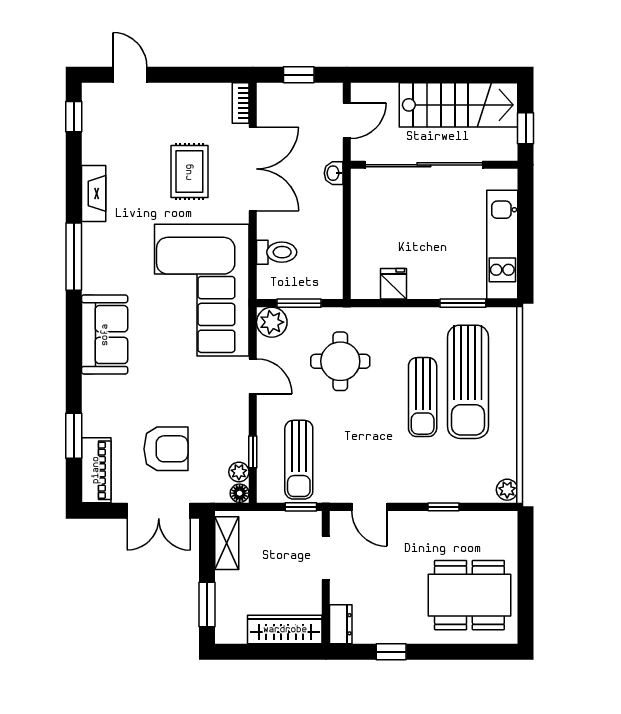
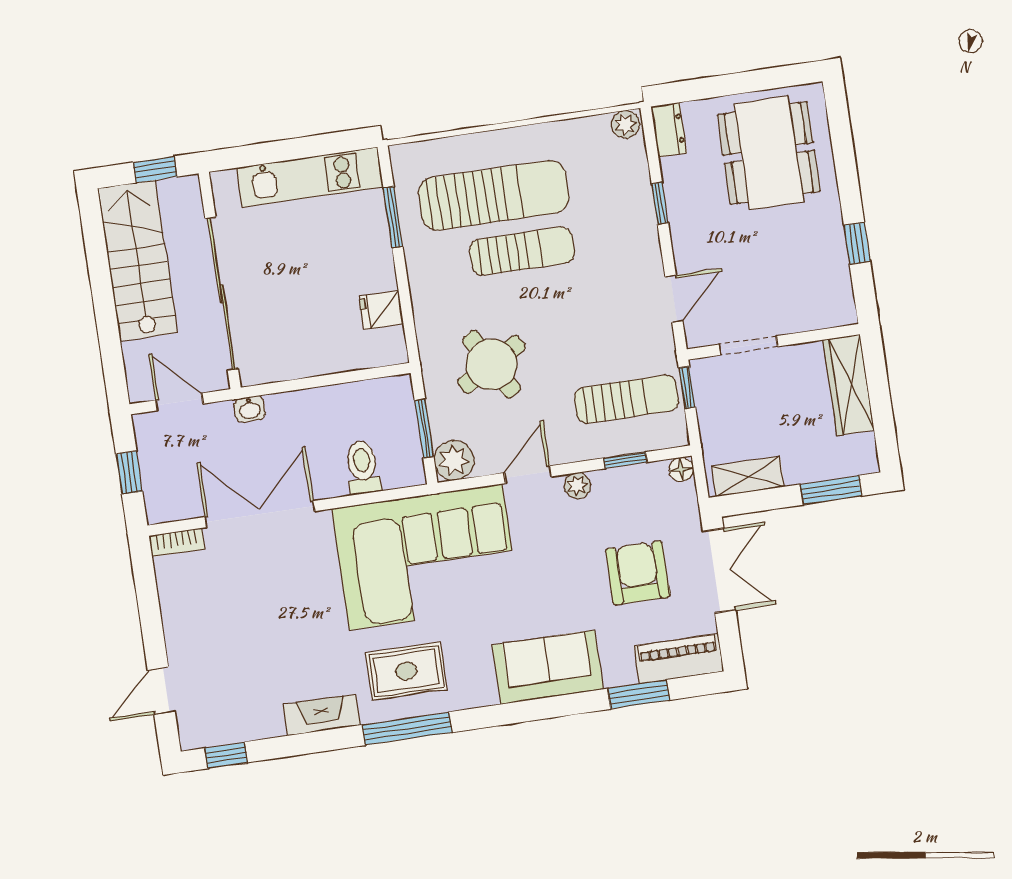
rug: (189, 172) -> (406, 671), moved
sofa: (105, 335) -> (548, 667), moved
round table: (340, 361) -> (491, 364), turned -30
plant: (239, 472) -> (577, 486), moved
dresser: (341, 624) -> (669, 130), moved, turned 90

